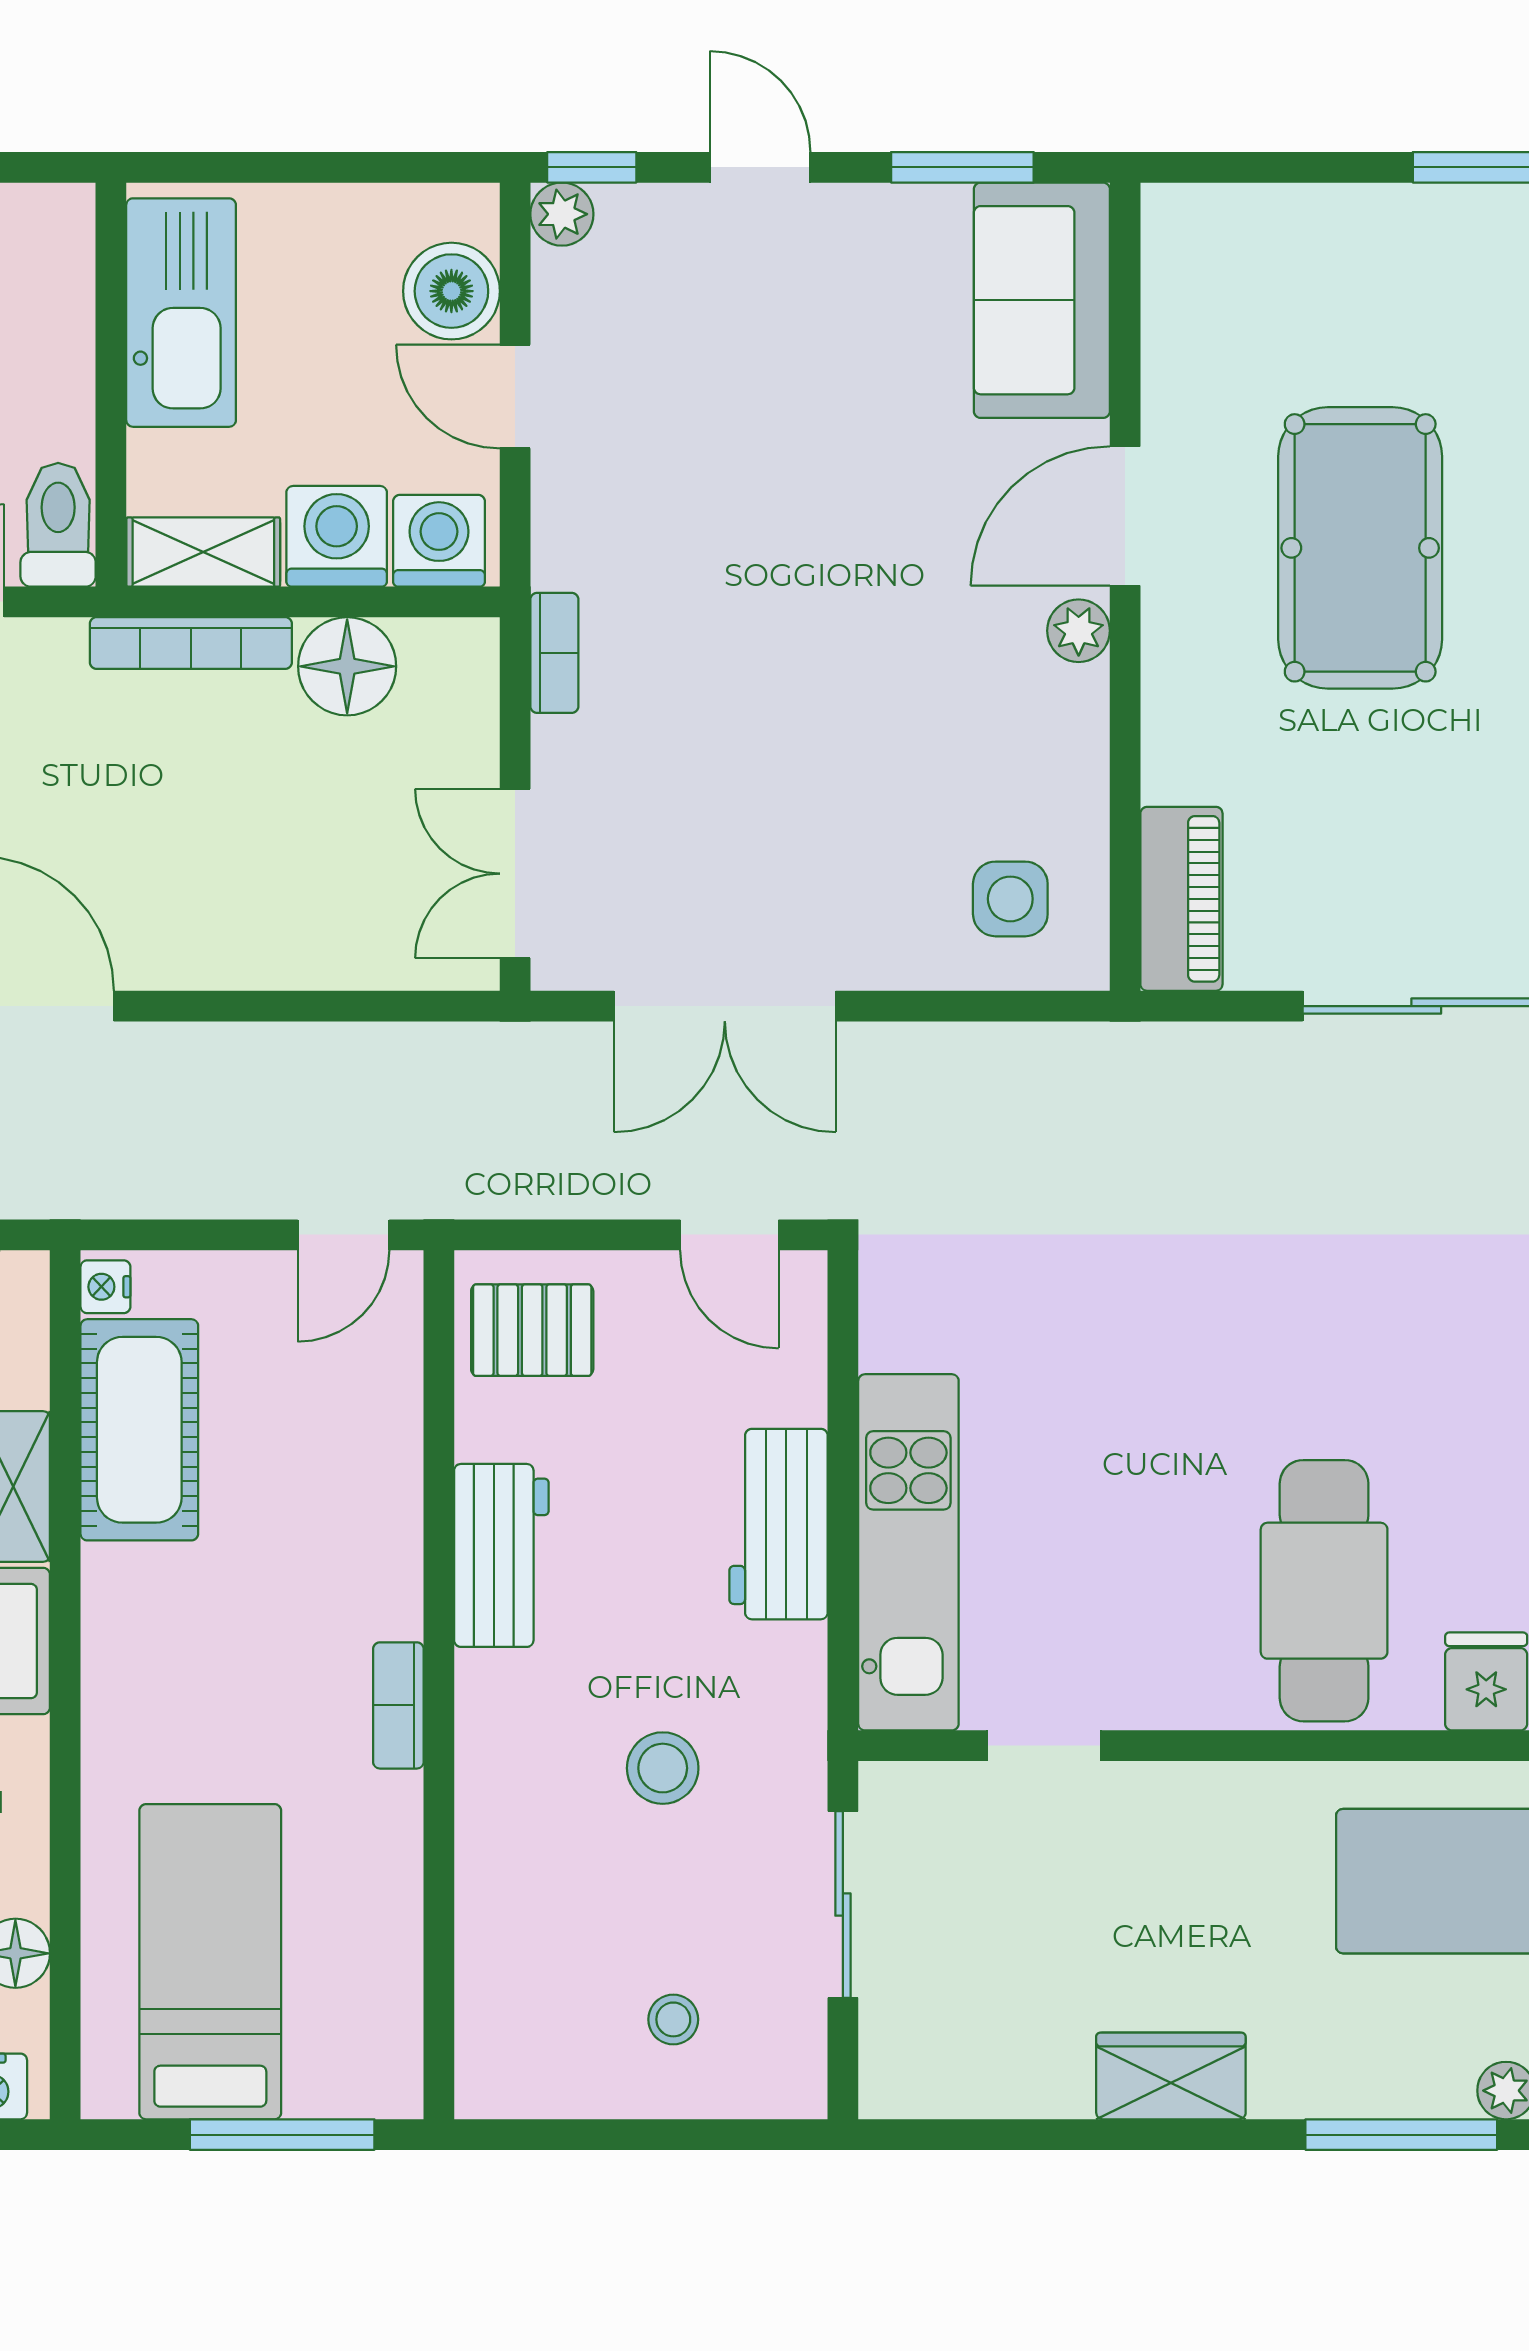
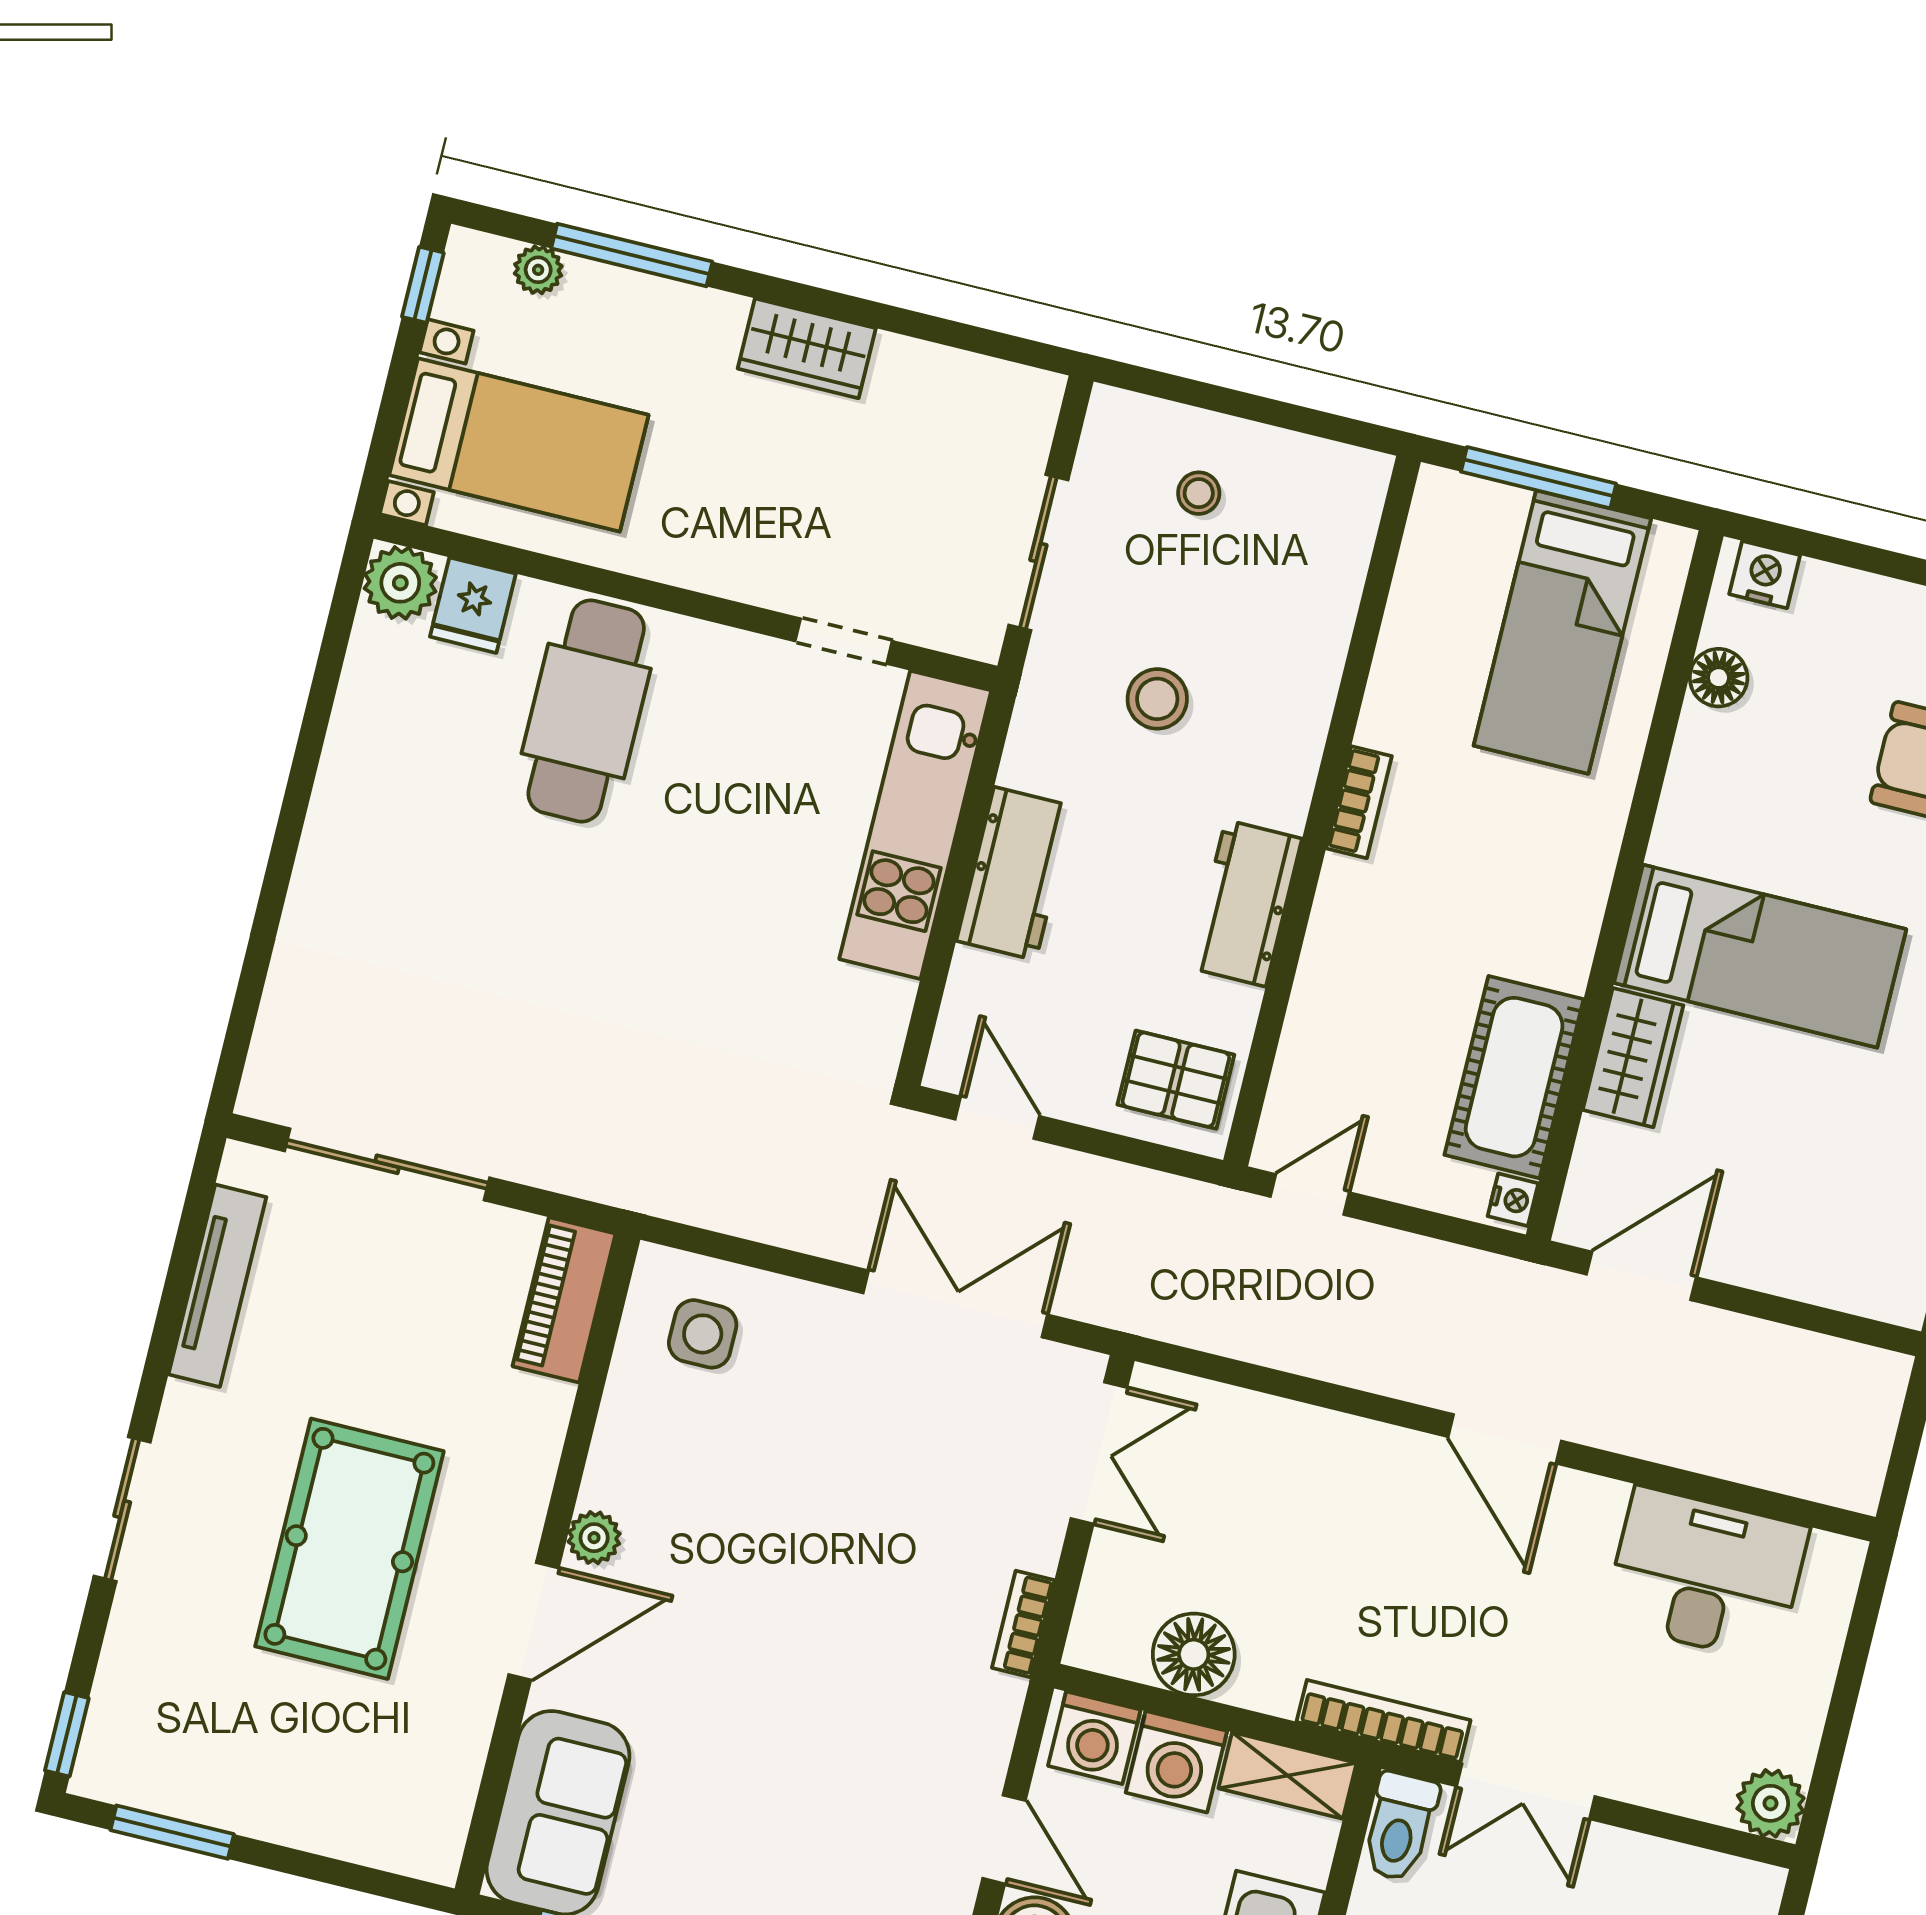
bookcase: (191, 643) -> (1384, 1721), moved

